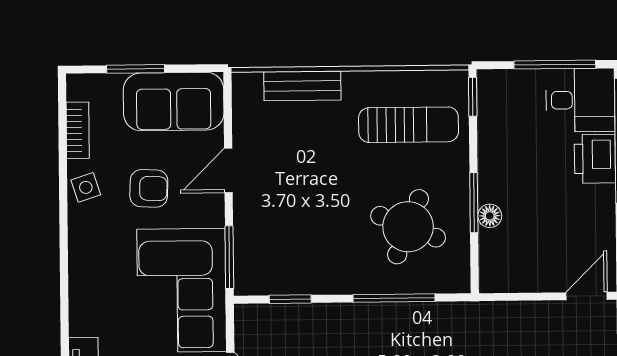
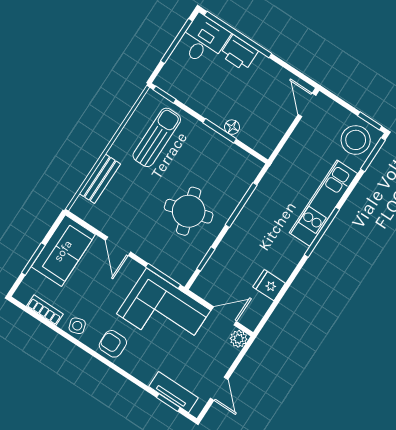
armchair: (149, 188) -> (113, 344), moved, turned -92
round table: (408, 227) -> (189, 211), moved, turned -38

